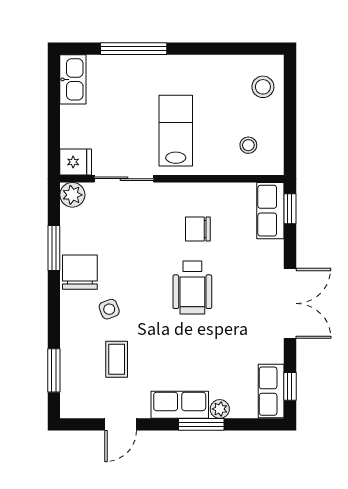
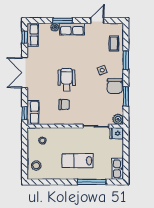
lab bench: (176, 131) -> (78, 161), moved, turned 90
coffee table: (117, 359) -> (114, 43), moved
window: (54, 370) -> (126, 60), moved

